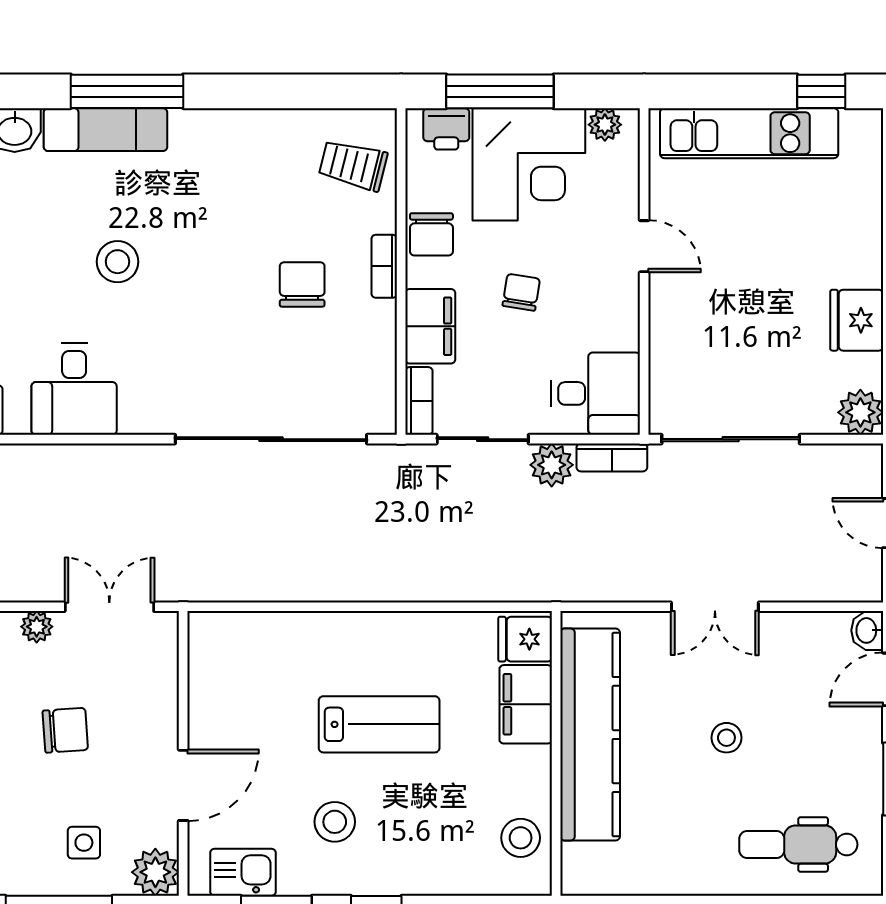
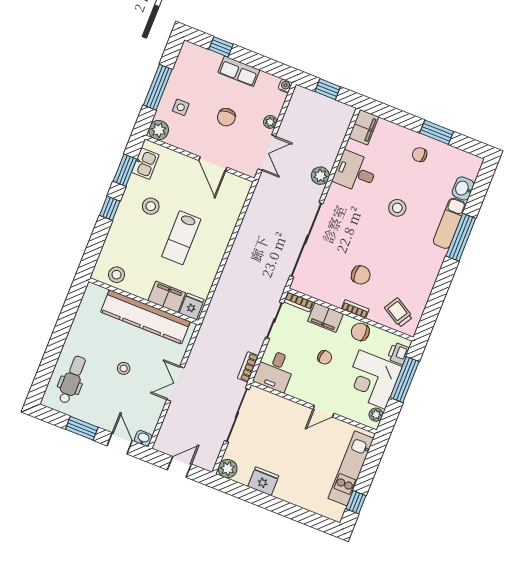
trolley: (353, 165) -> (399, 312), turned -73
plant: (552, 465) -> (320, 176), moved
door: (183, 785) -> (213, 164), moved

